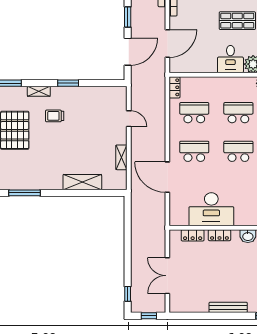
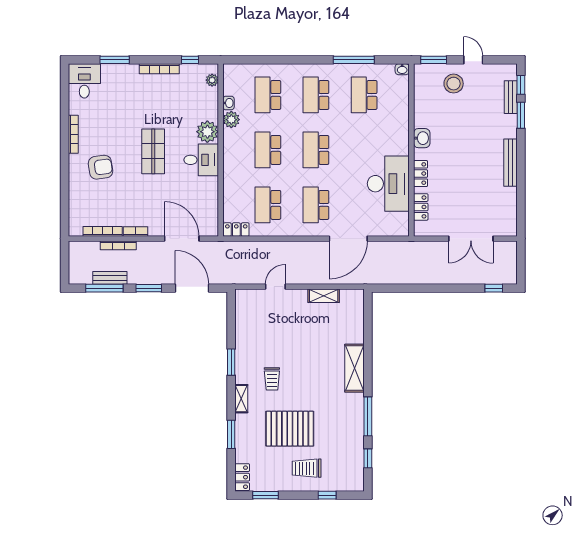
shelving: (82, 182) -> (354, 368), moved
window: (149, 316) -> (521, 261), removed

